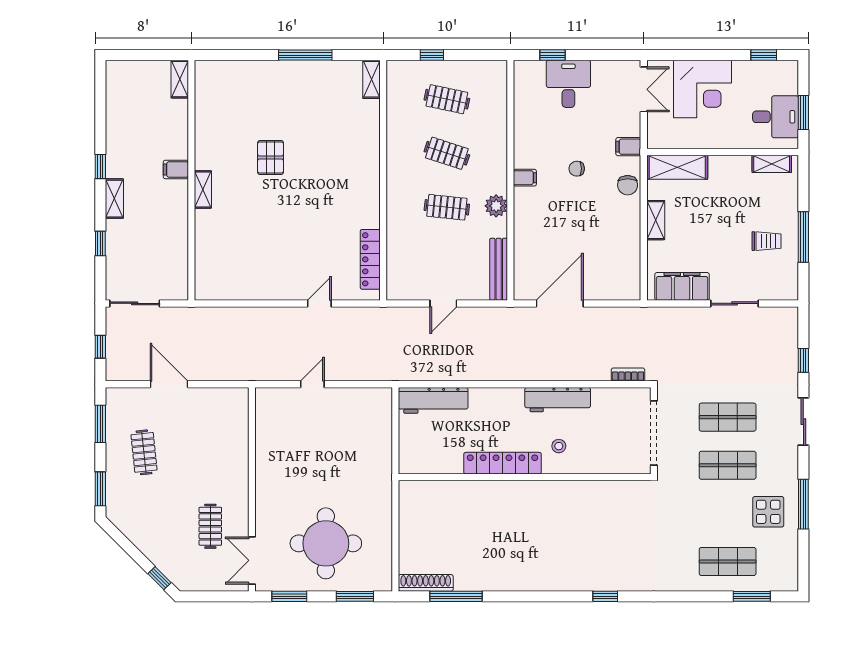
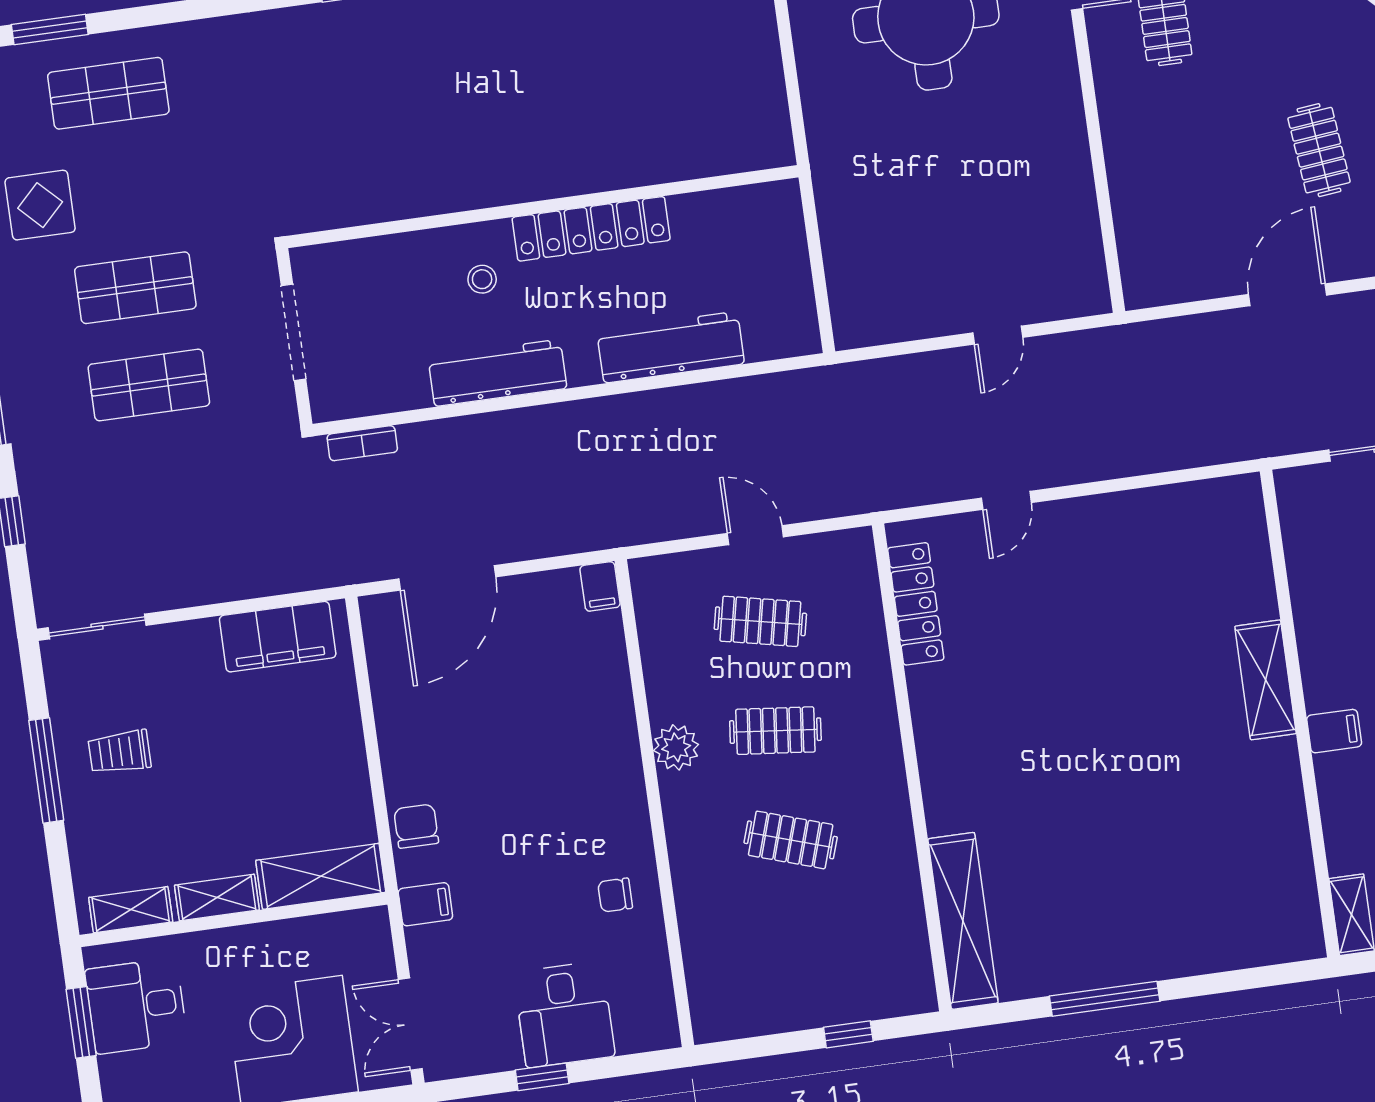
window: (552, 55) -> (542, 1077), moved
shelving: (372, 79) -> (963, 921), width x2.20, depth x1.33
clothes rail: (447, 99) -> (760, 621), moved
pallet: (271, 157) -> (1146, 782), removed
chair: (577, 169) -> (615, 895), moved, turned 180
filing cabinet: (525, 178) -> (600, 586), moved, turned -90
shelving: (203, 189) -> (1266, 680), width x1.50, depth x1.33
shelving: (656, 220) -> (217, 898), moved, turned 90
bench: (499, 269) -> (653, 620), removed
door: (443, 303) -> (755, 535), hinge flipped
door: (560, 303) -> (447, 578), moved
sliding door: (734, 303) -> (97, 627), moved
door: (169, 384) -> (1288, 295), swing flipped
workbench: (433, 400) -> (671, 347), moved
doorway: (654, 433) -> (293, 332), width x0.73

